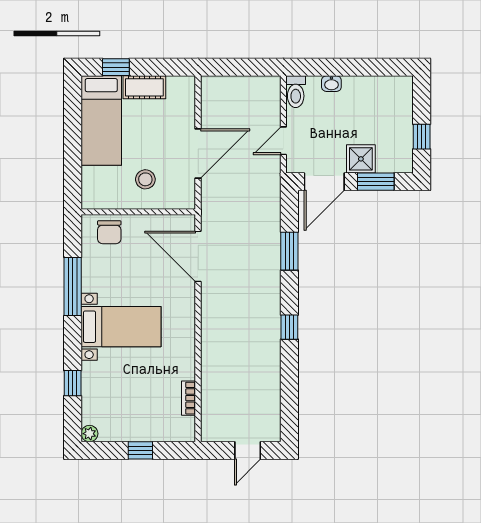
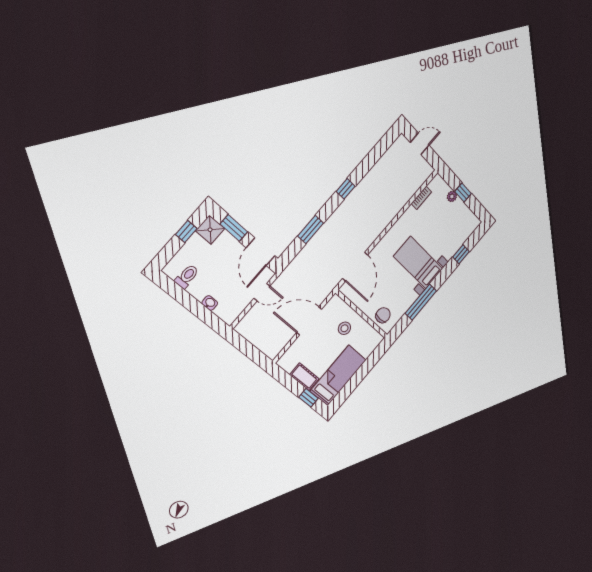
toilet: (296, 92) -> (187, 276), moved
shower: (361, 159) -> (210, 230), moved
door: (324, 182) -> (261, 252), swing flipped
plant: (89, 434) -> (452, 196), moved

